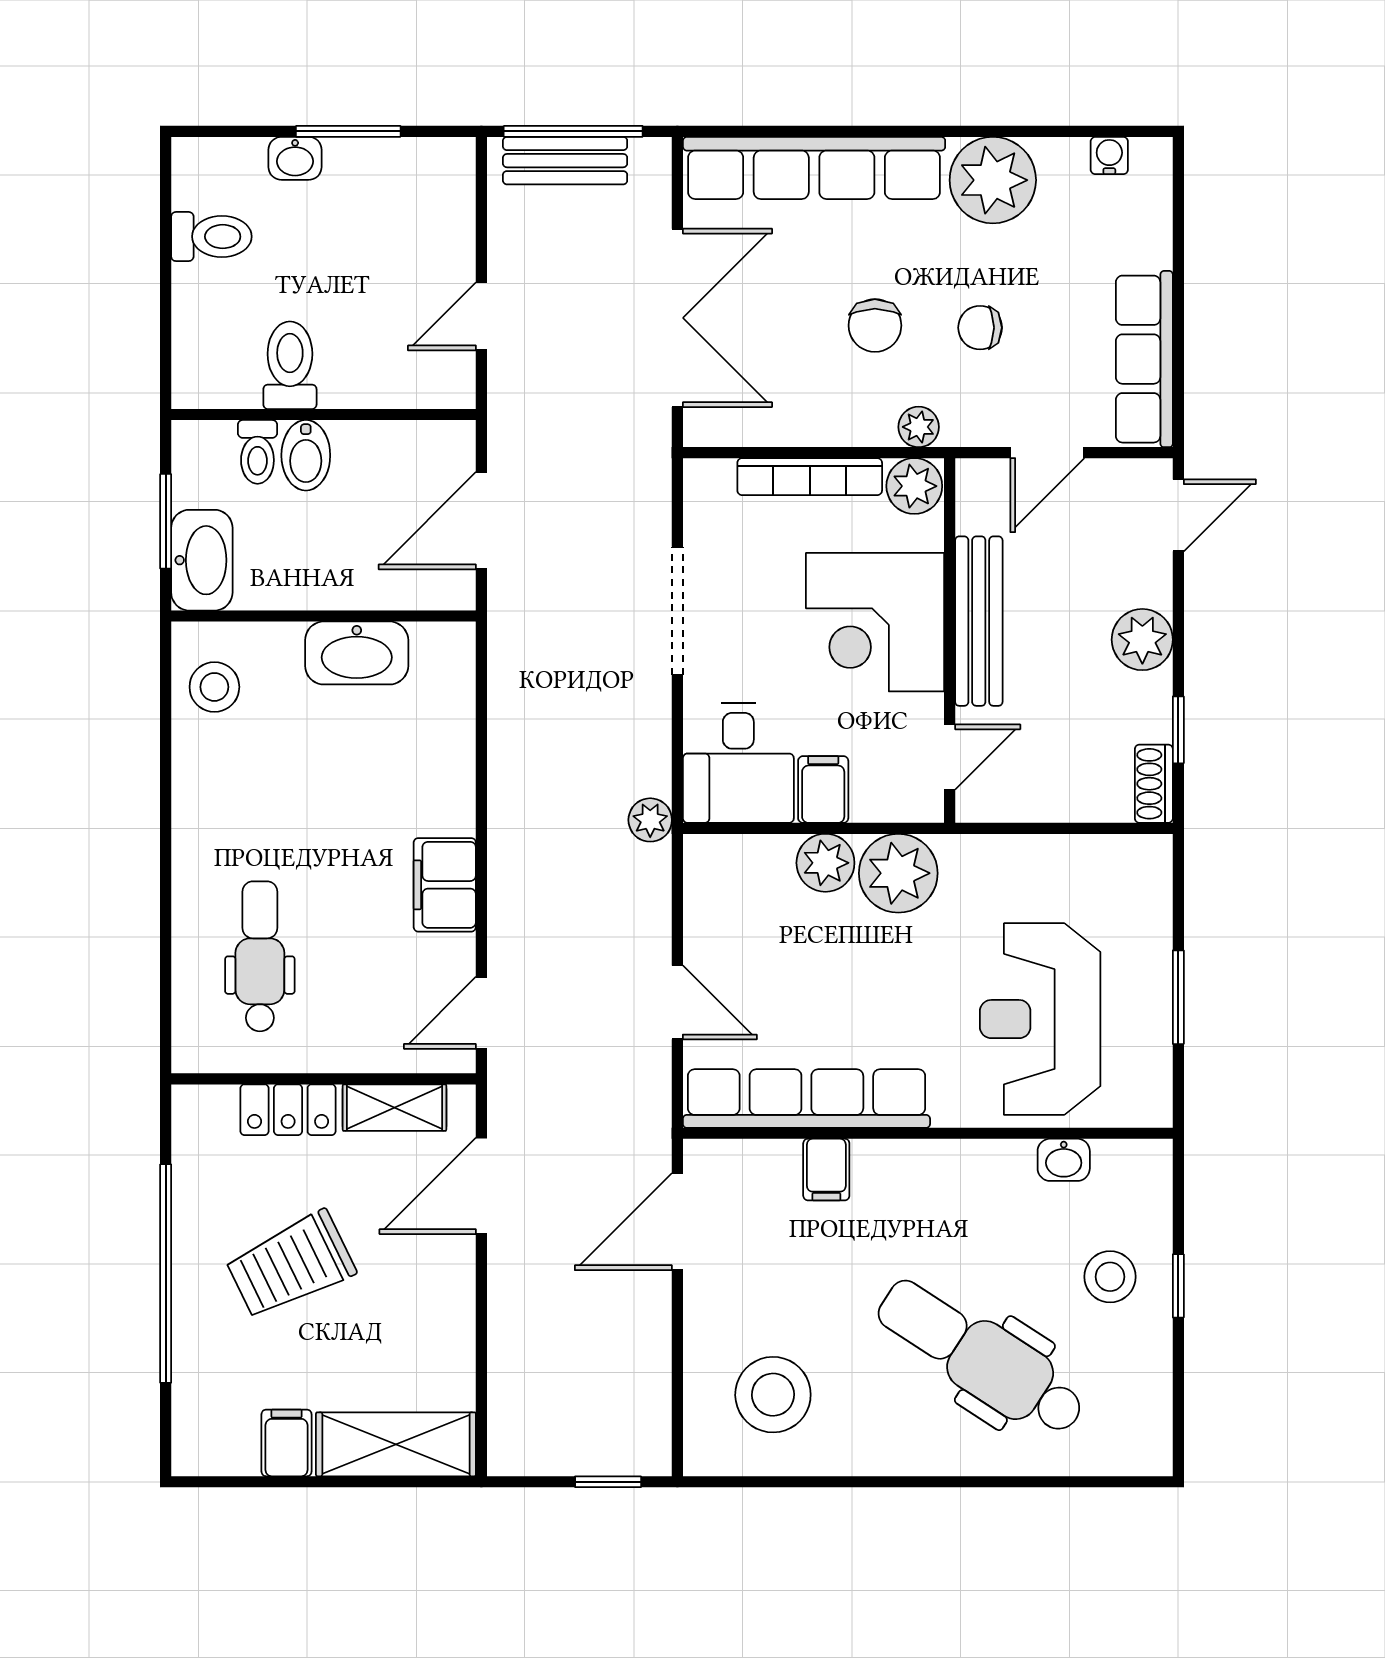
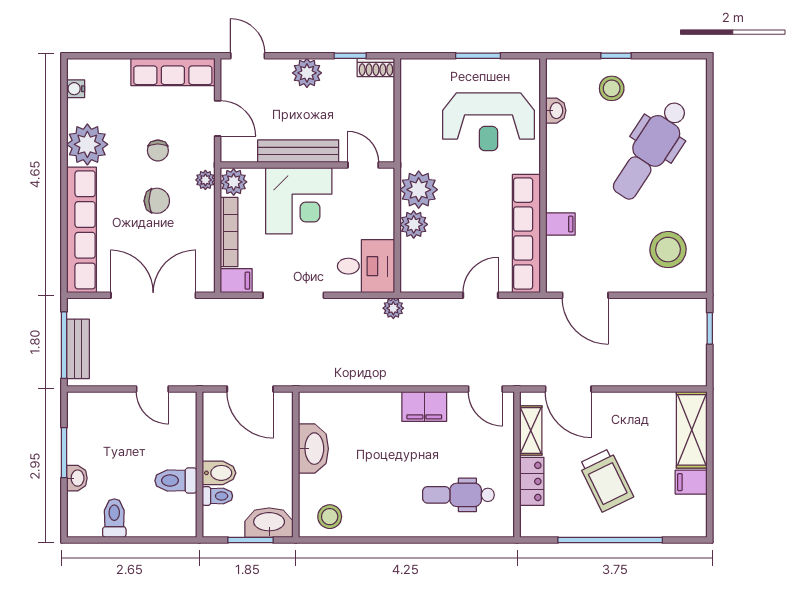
filing cabinet: (823, 790) -> (236, 281), moved, turned 180

